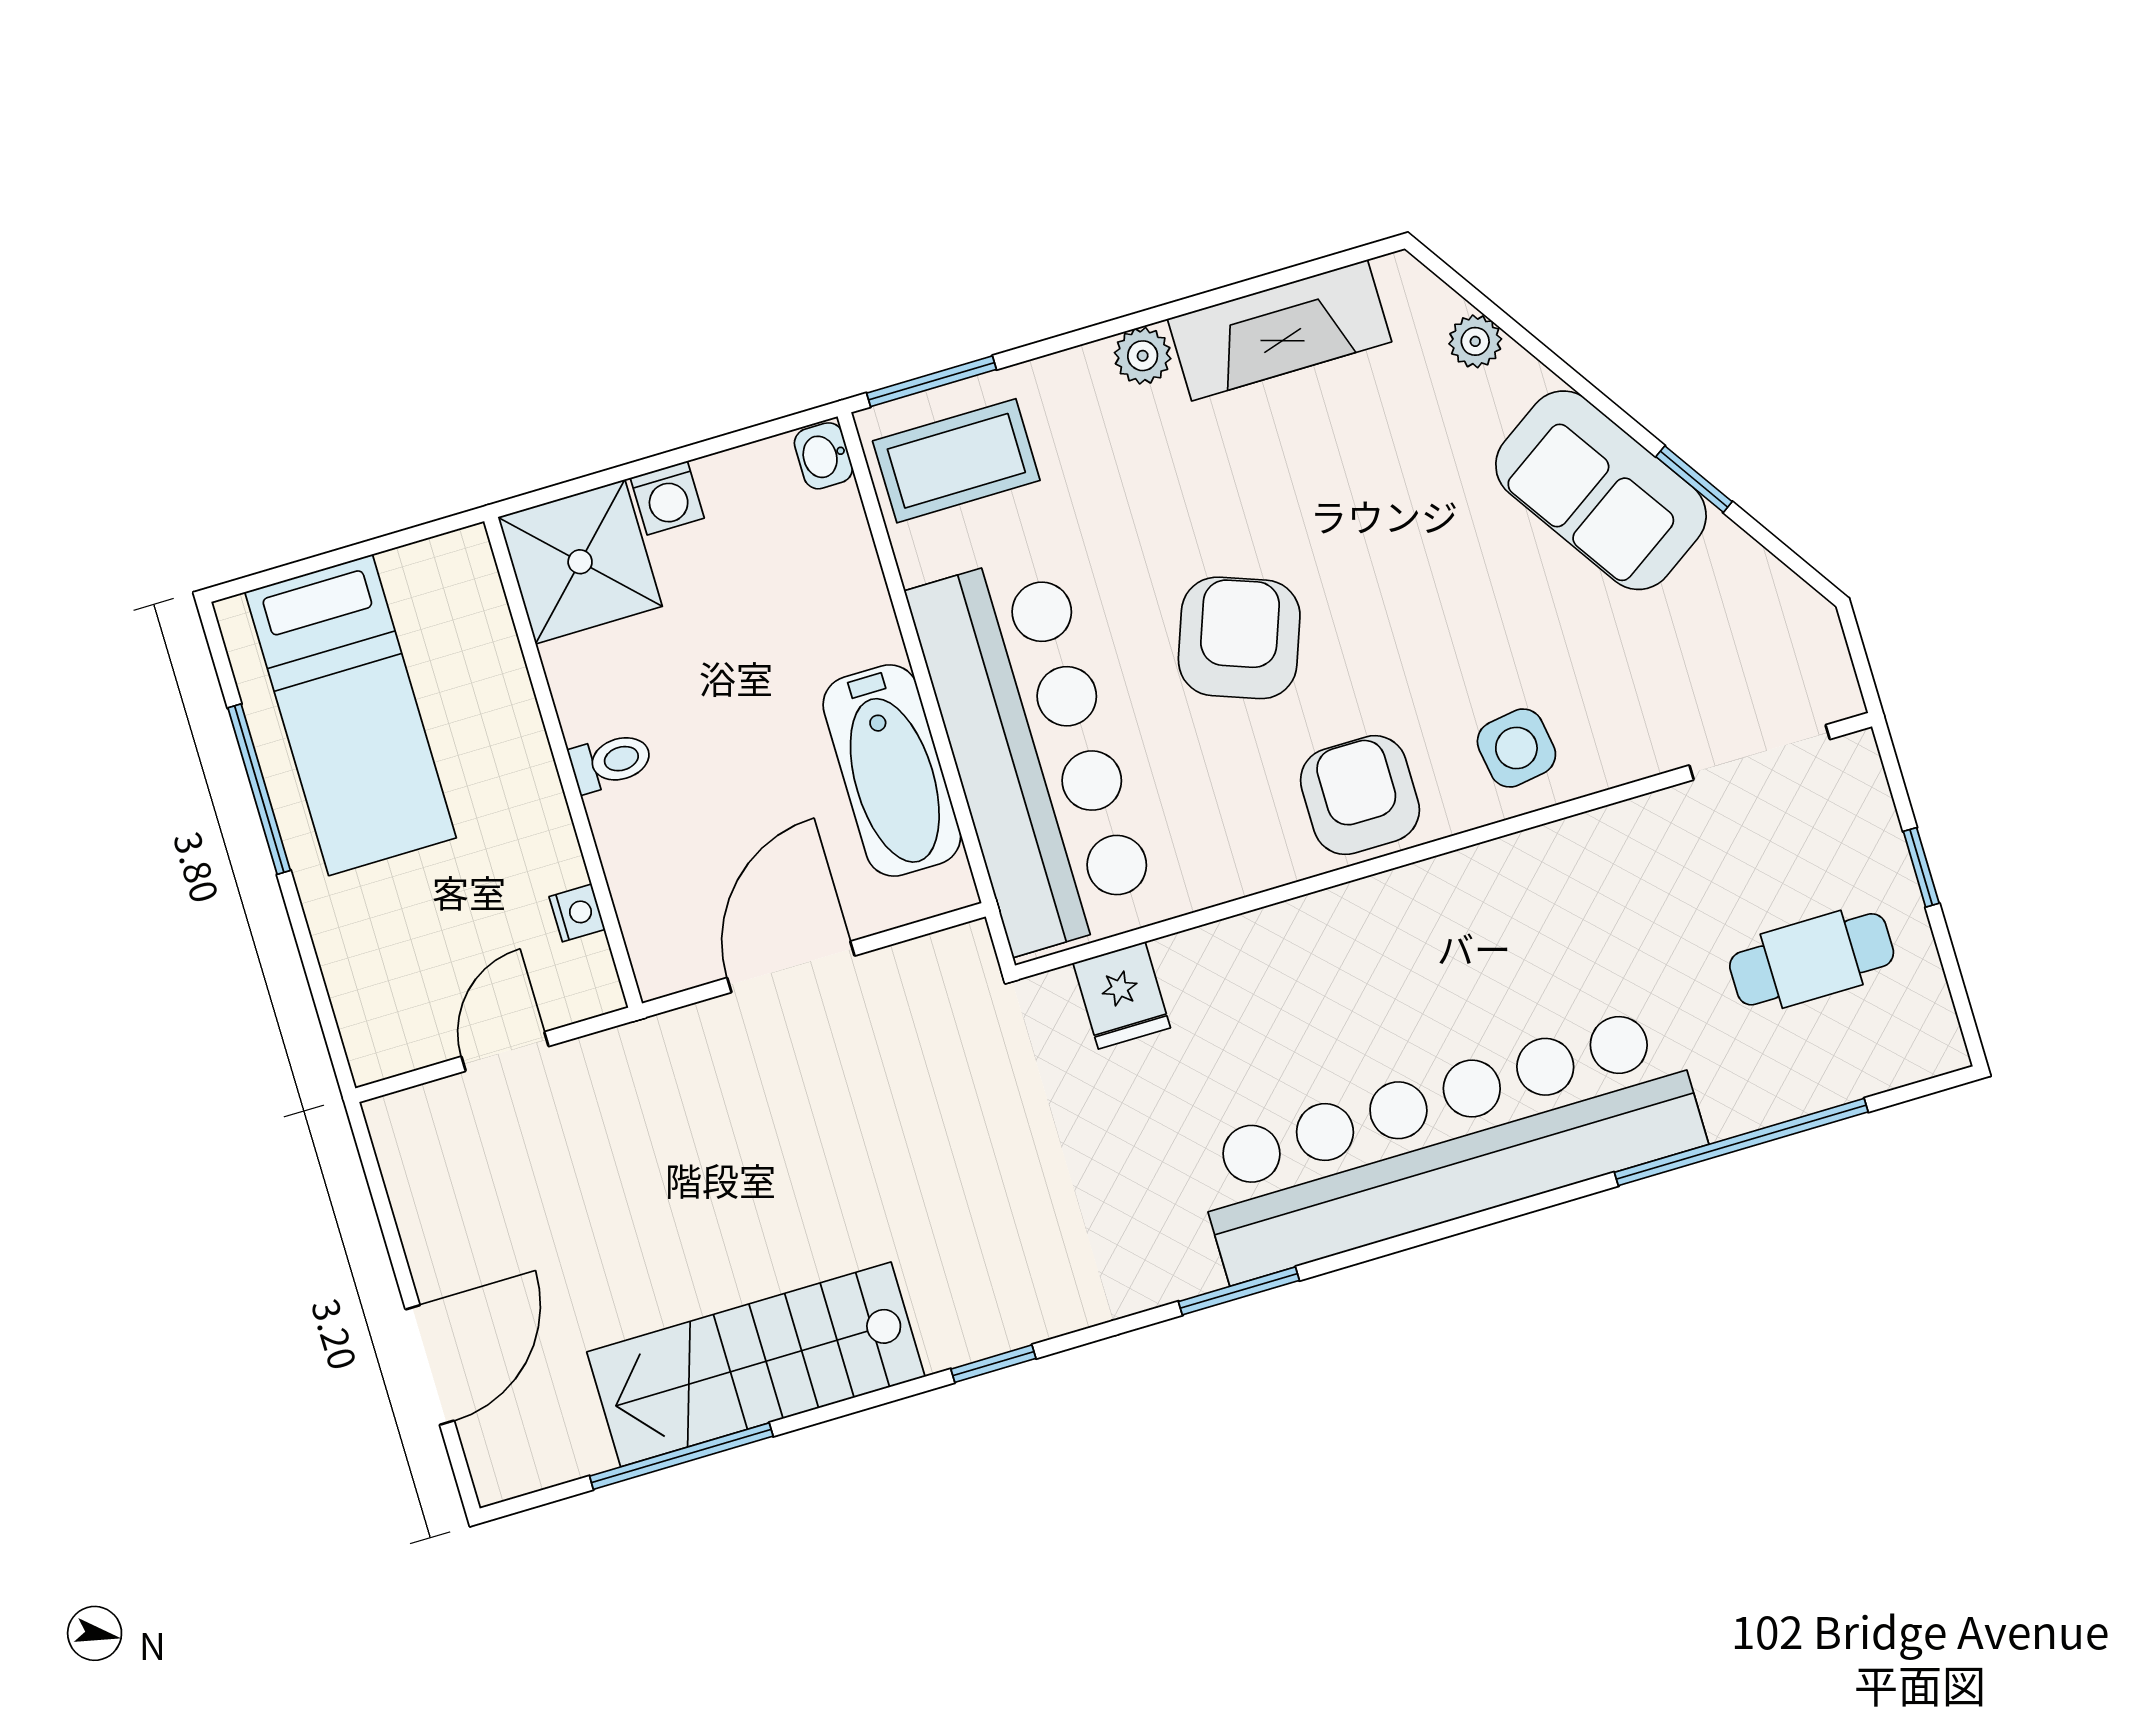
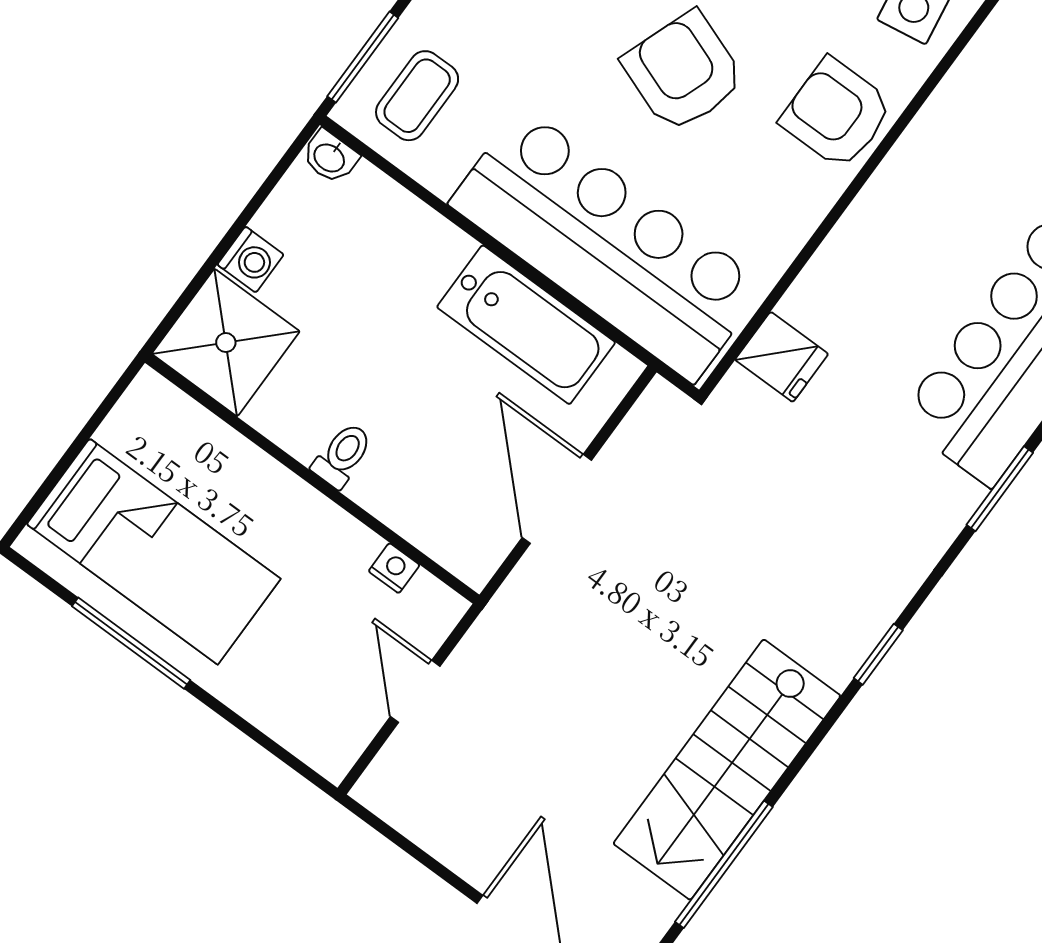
coffee table: (956, 461) -> (417, 96), width x0.73, depth x0.77

